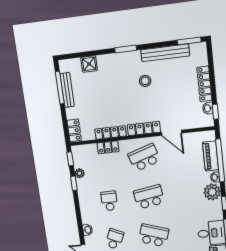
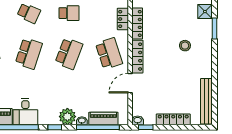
window: (189, 41) -> (214, 109), removed
window: (126, 49) -> (214, 29), moved
bench: (165, 53) -> (206, 101), moved
stool: (145, 81) -> (185, 46), moved
washbasin: (208, 108) -> (138, 120), moved
school desk: (149, 197) -> (69, 53), turned 30

